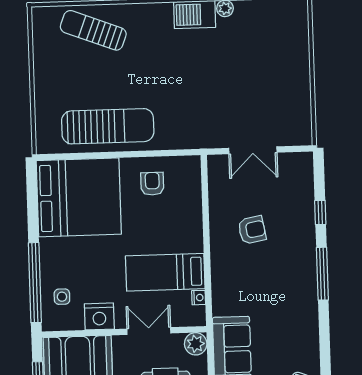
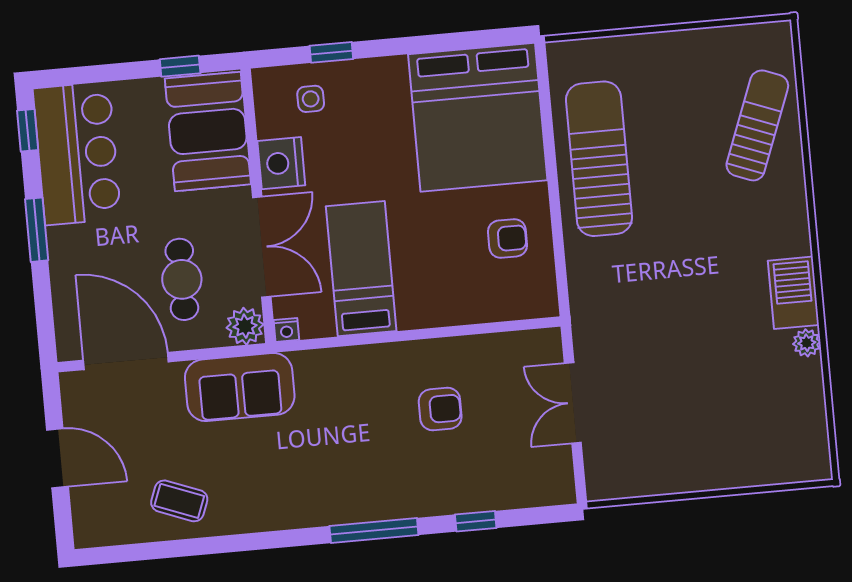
sun lounger: (108, 126) -> (599, 159), turned 180
armchair: (252, 230) -> (440, 409), turned -80
window: (35, 283) -> (331, 52), width x0.32
nightstand: (199, 298) -> (286, 330), moved
double door: (149, 331) -> (262, 247), width x1.37

